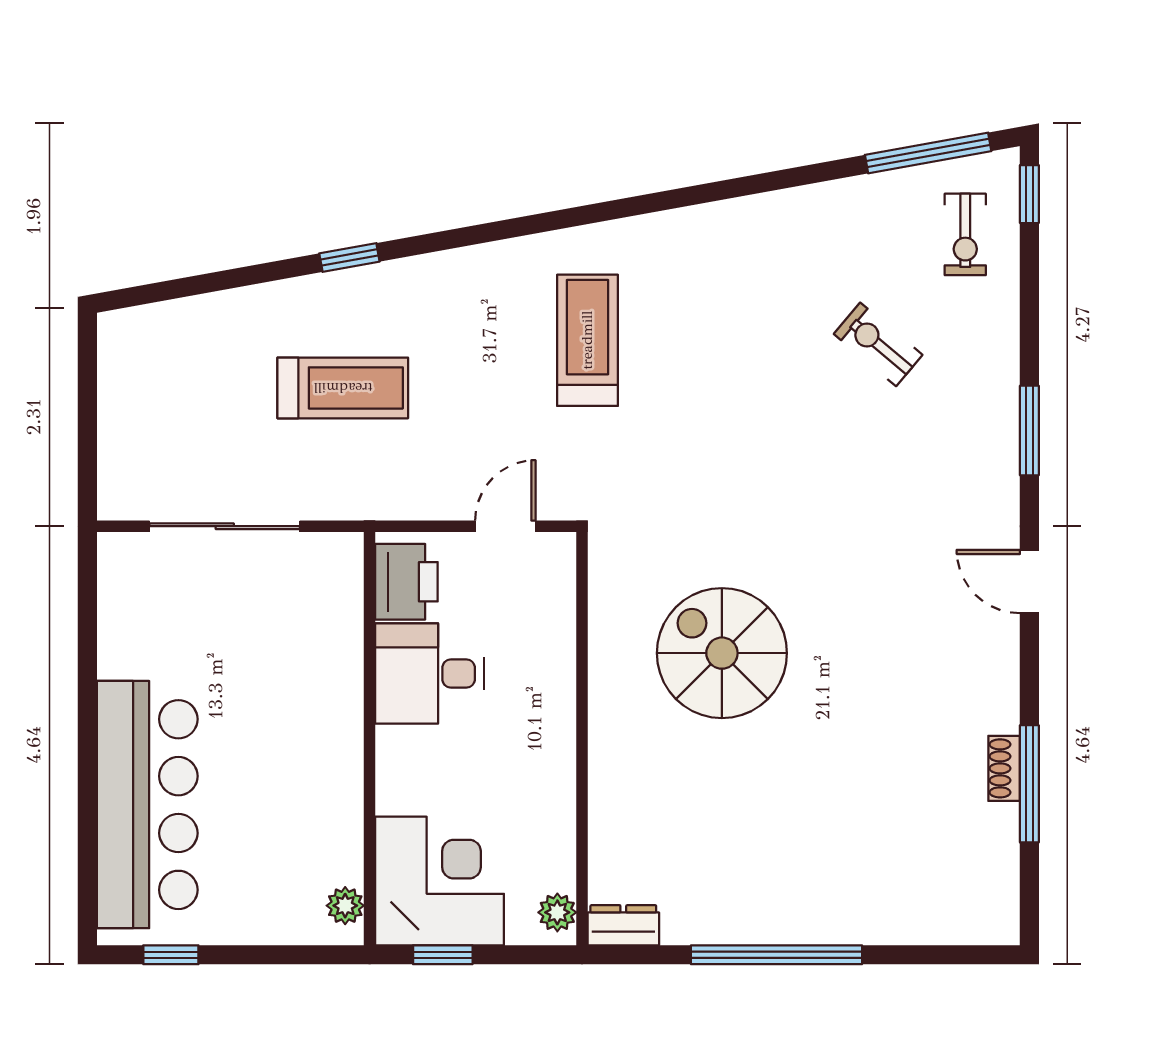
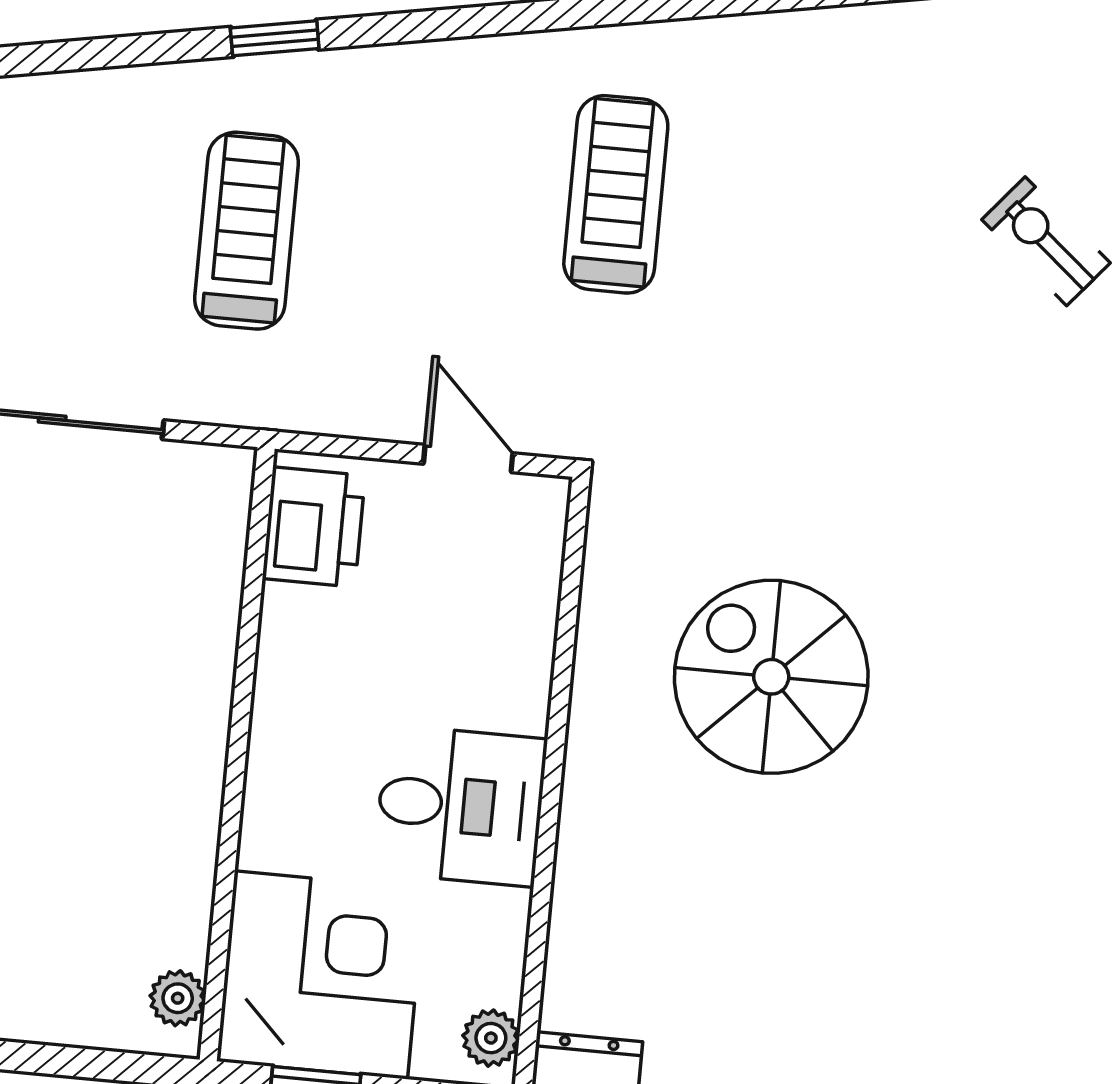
treadmill: (343, 388) -> (246, 231), turned -90
door: (505, 526) -> (468, 458), hinge flipped
desk: (429, 674) -> (460, 806), moved, turned 180

